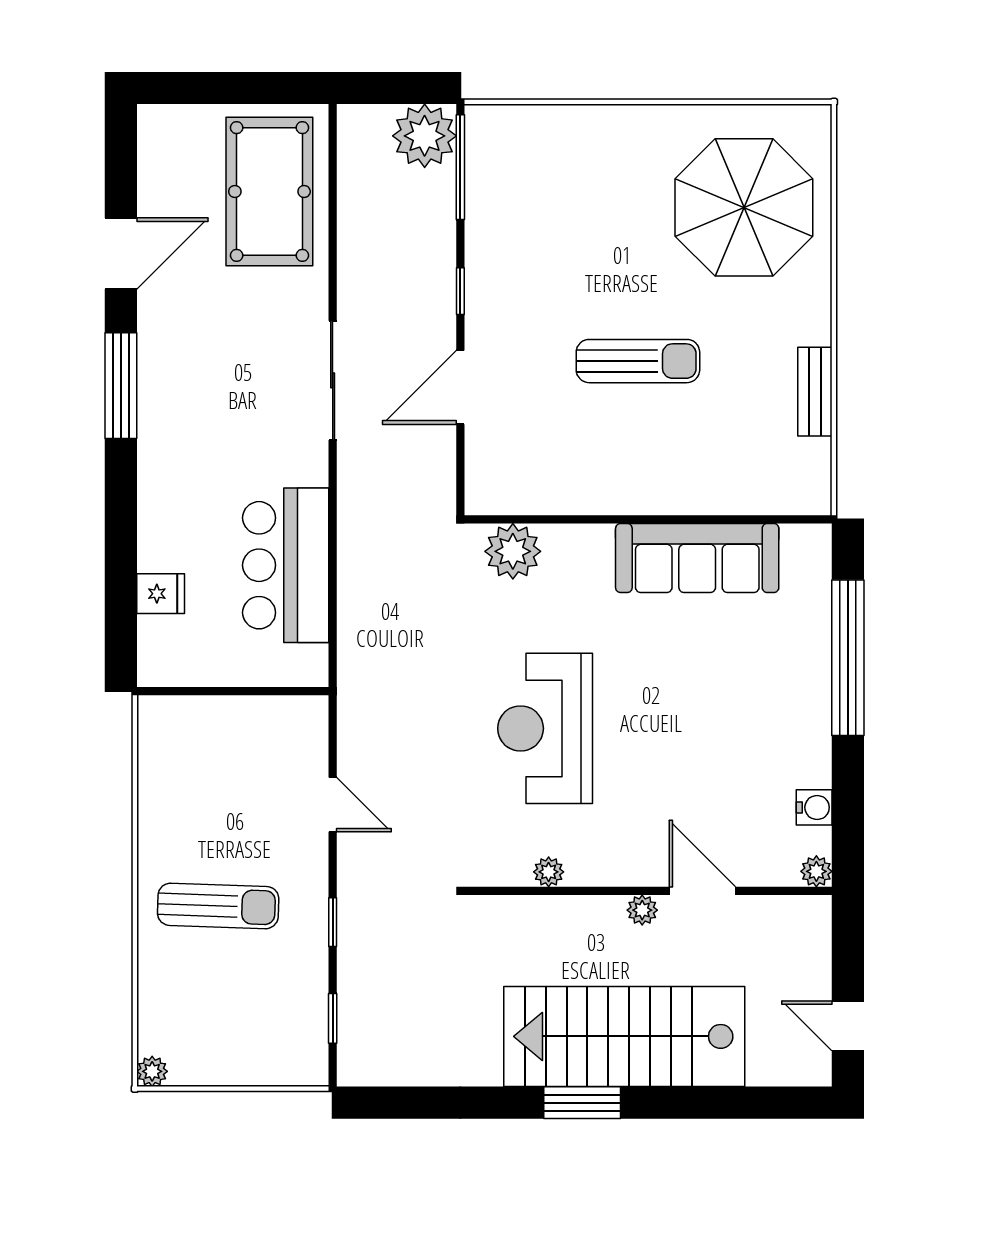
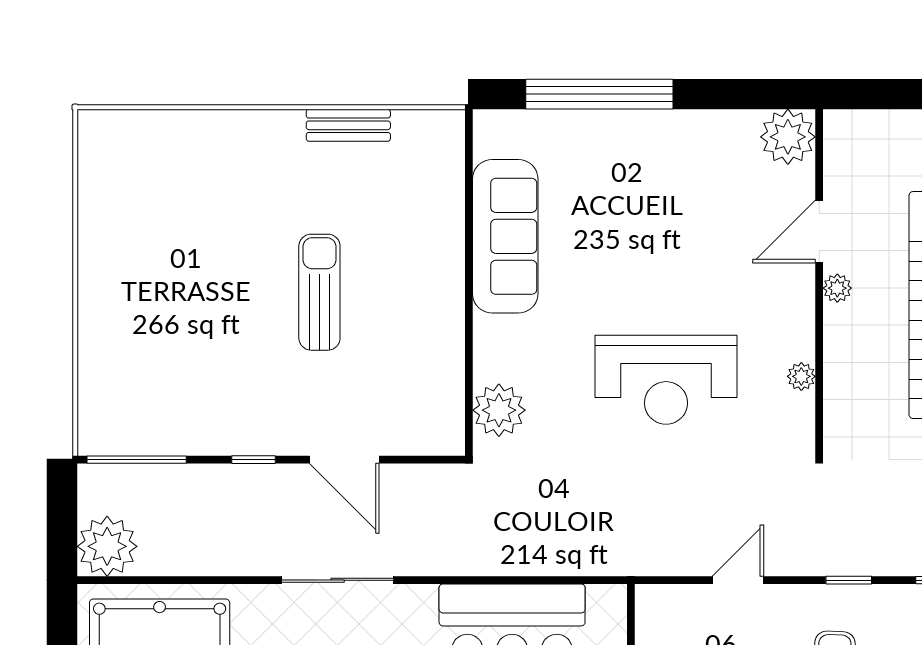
plant: (425, 136) -> (107, 546), moved
parasol: (744, 207) -> (175, 192), removed
water cooler: (814, 807) -> (741, 126), removed
plant: (816, 871) -> (788, 137), width x1.87, depth x1.87

